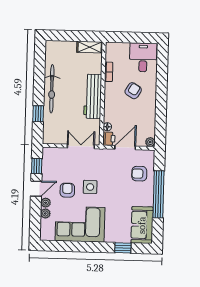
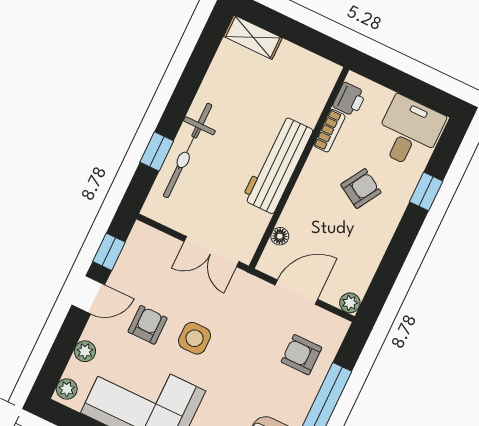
shelving: (90, 47) -> (253, 37), moved
window: (162, 80) -> (426, 191), added
bicycle: (52, 89) -> (188, 150), moved
printer: (109, 139) -> (349, 99), moved
double door: (81, 146) -> (212, 252), swing flipped
plant: (46, 203) -> (67, 389), moved

